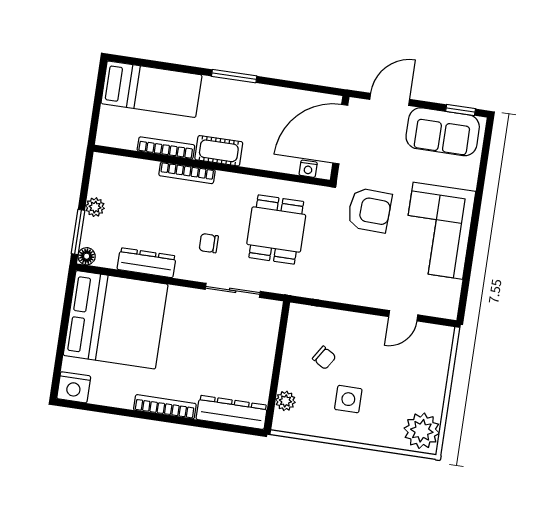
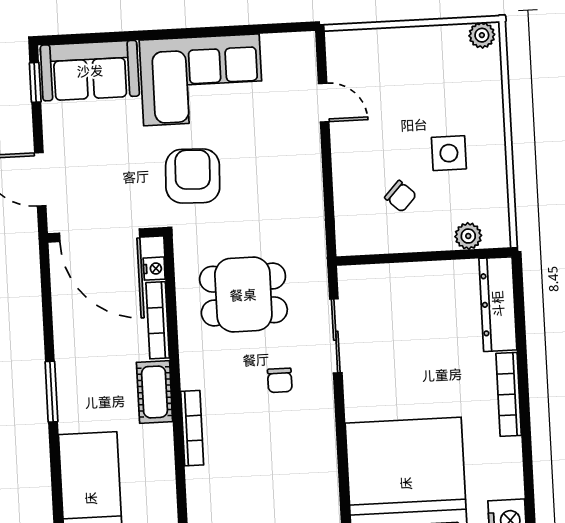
sofa: (443, 132) -> (90, 71), moved, turned 90
bookcase: (166, 148) -> (158, 320), moved
dresser: (147, 263) -> (322, 458), removed
chair: (324, 358) -> (401, 196), turned 101
plant: (422, 431) -> (482, 35), width x0.53, depth x0.53

